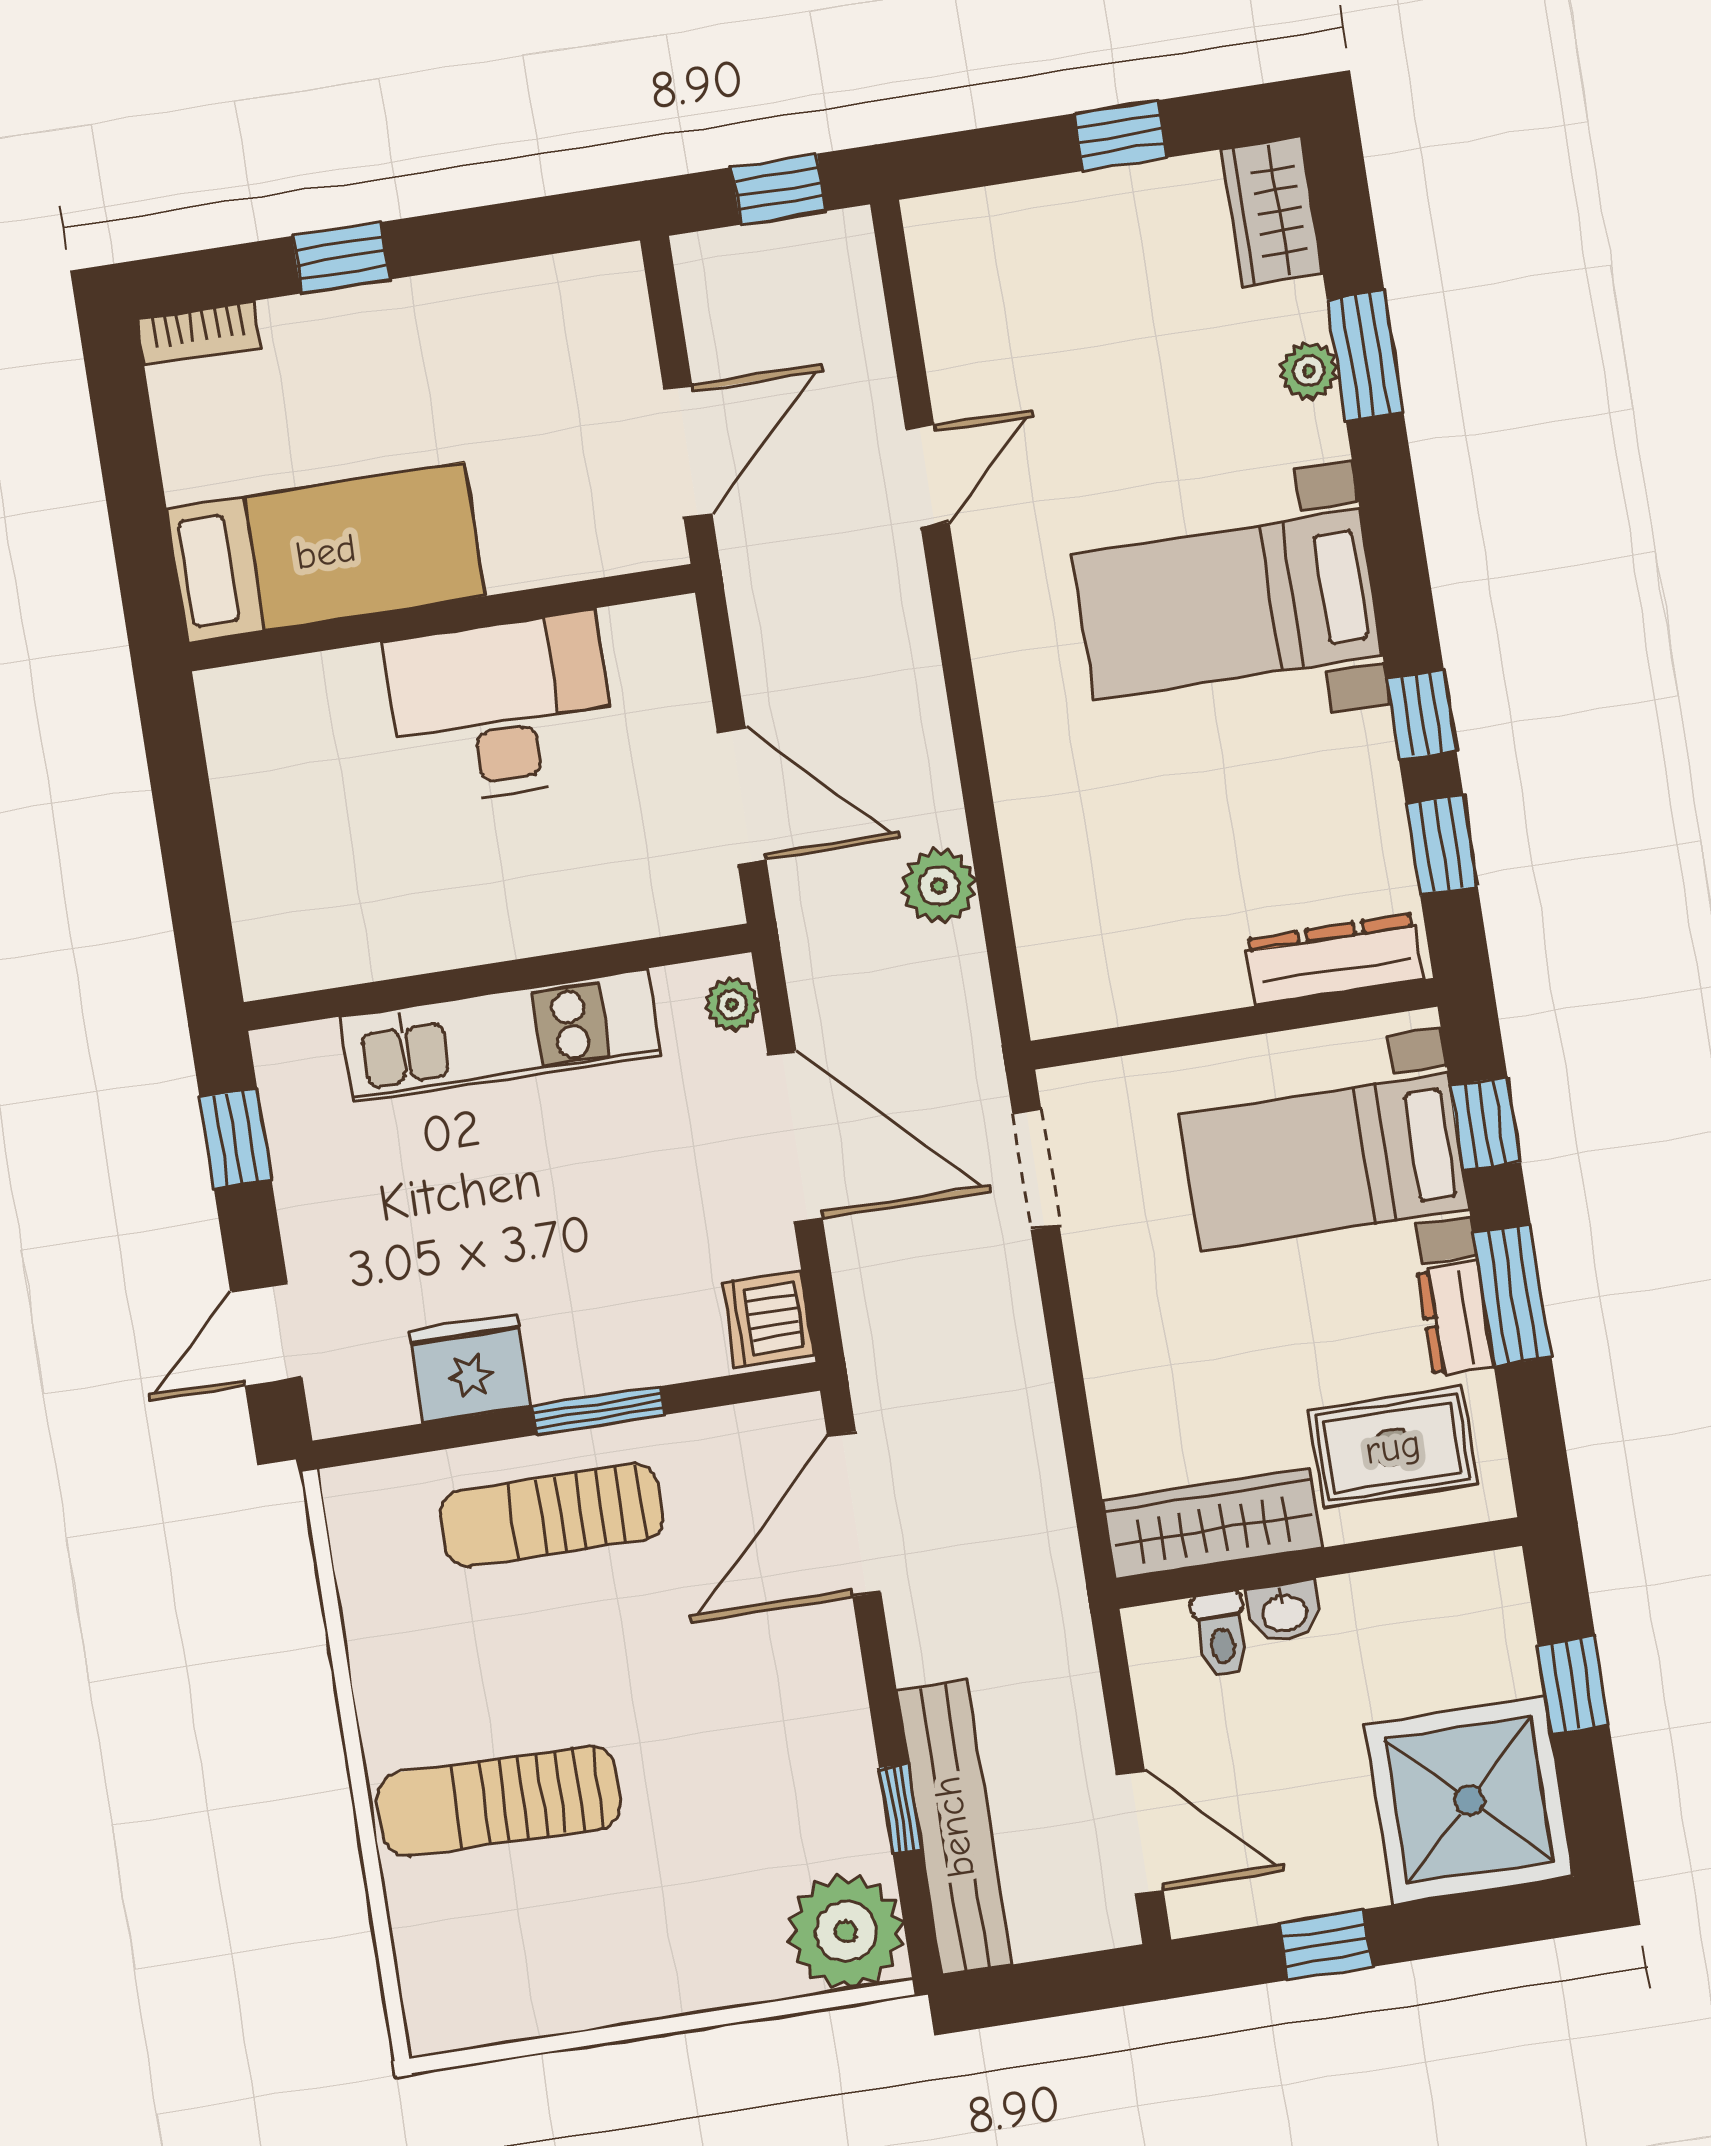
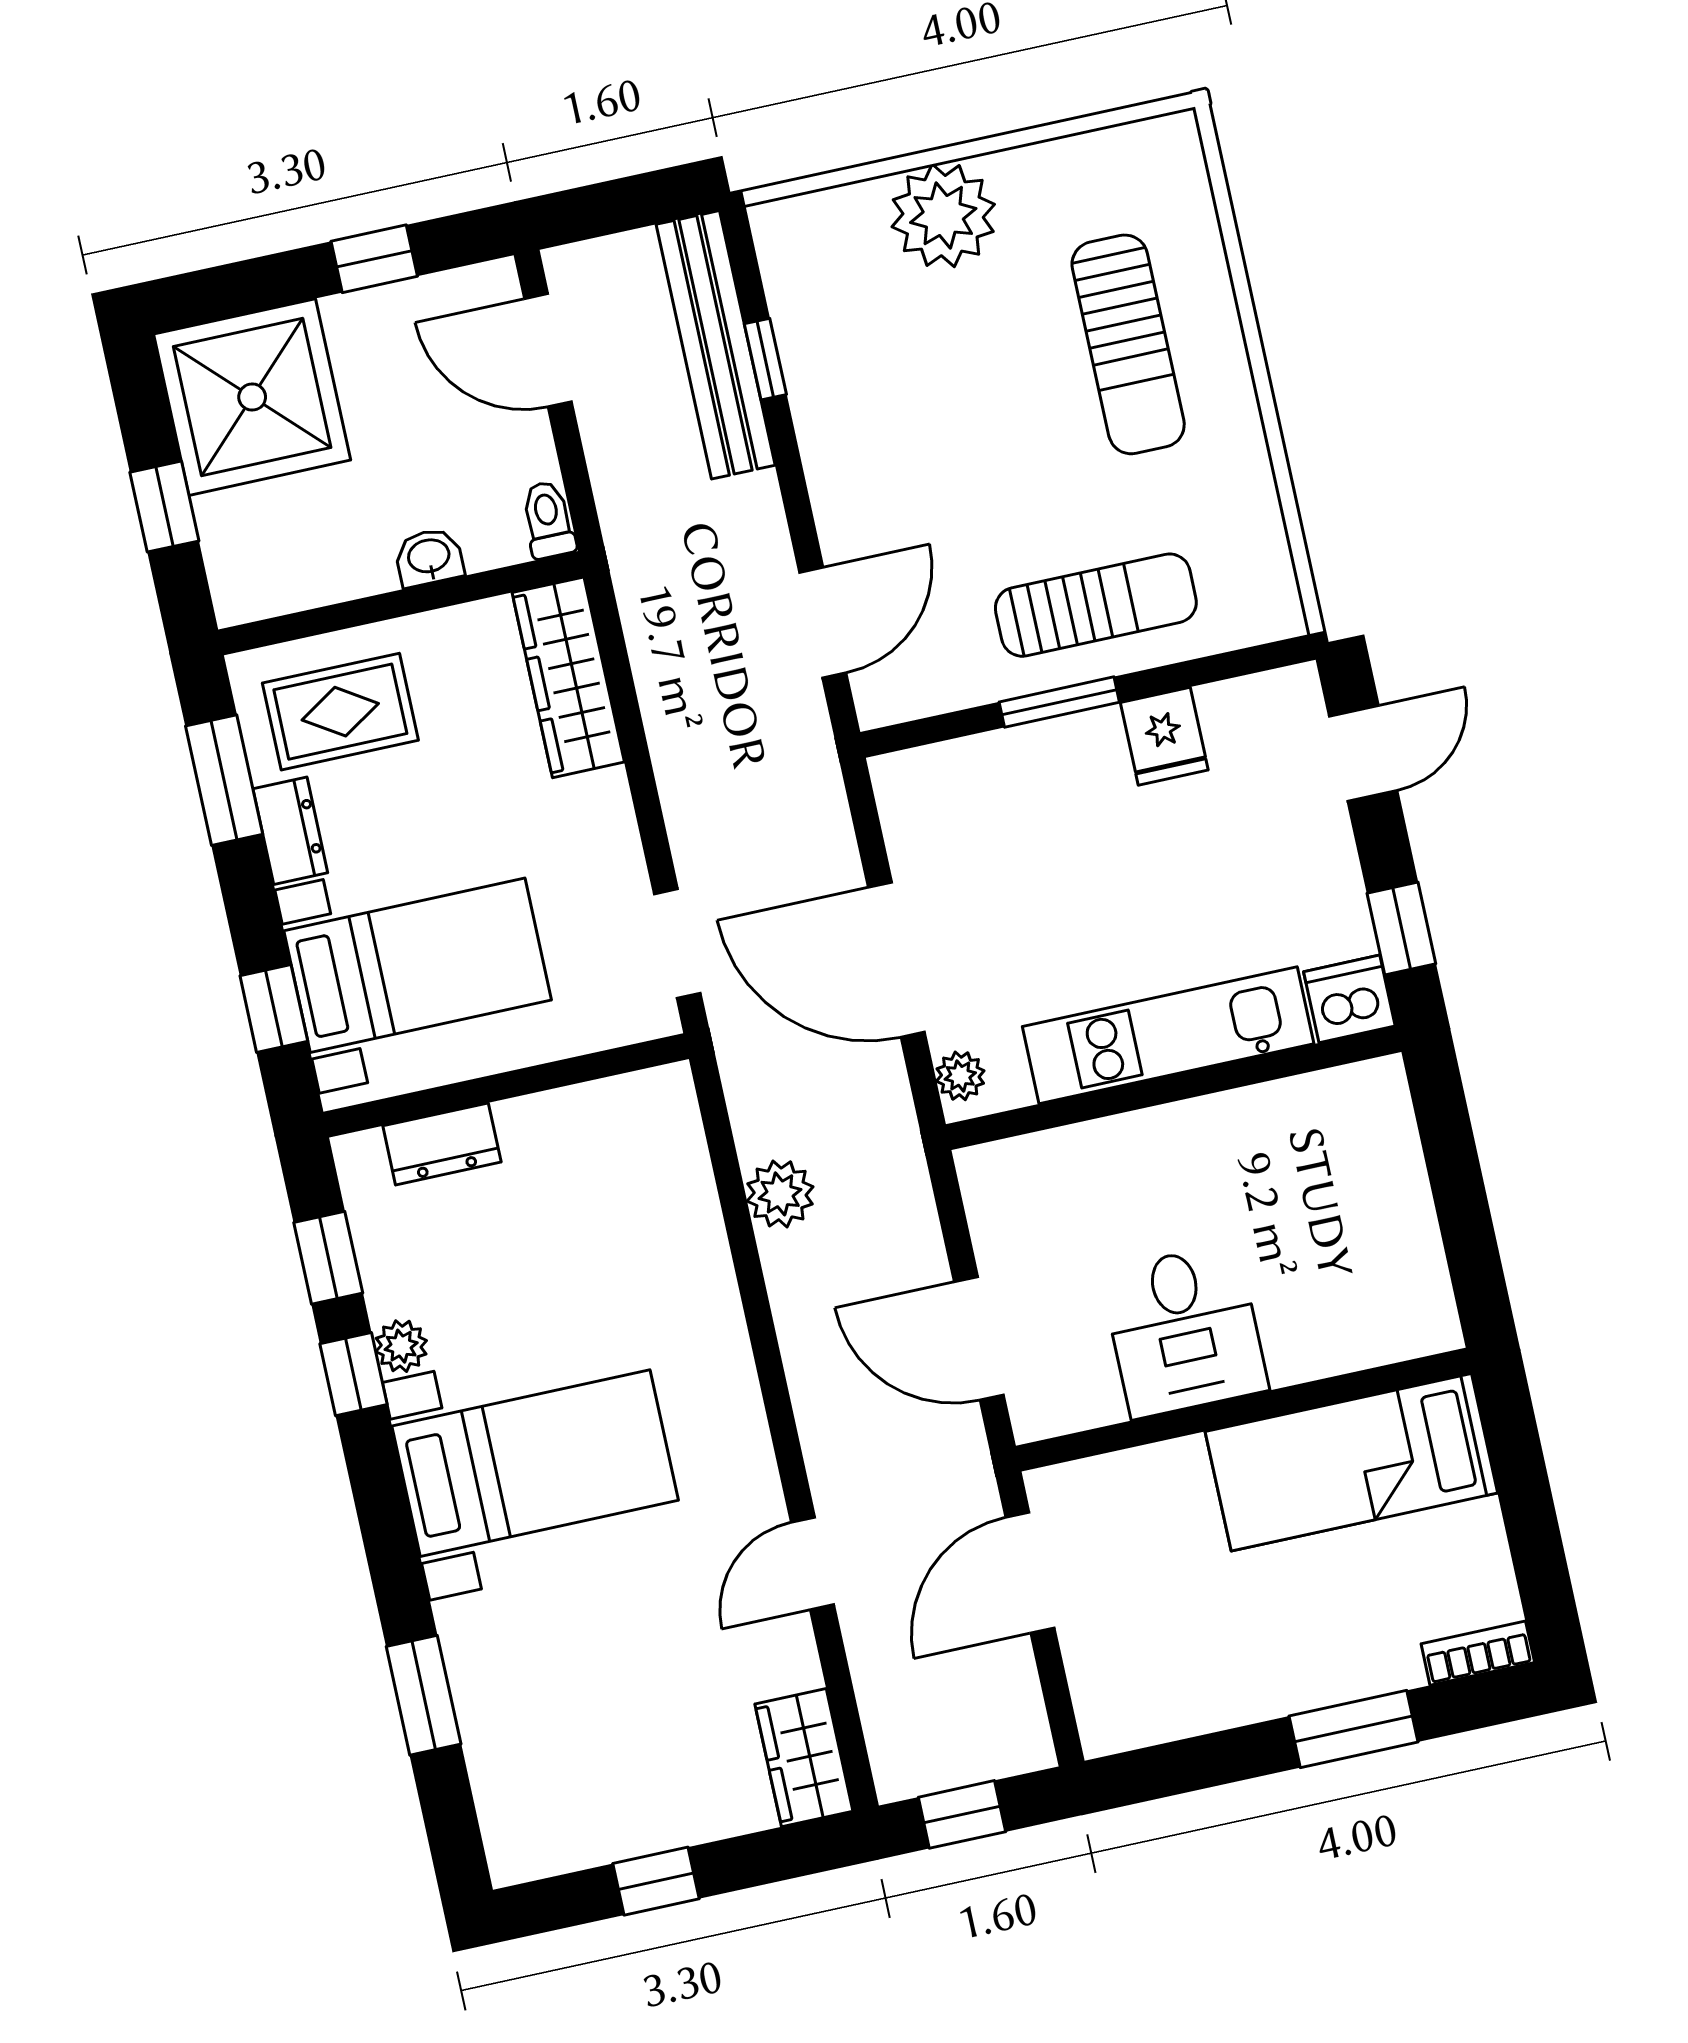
wardrobe: (1272, 212) -> (804, 1758), moved, turned 180
window: (341, 258) -> (1353, 1729), width x1.50
plant: (1309, 371) -> (401, 1346), moved
desk: (502, 709) -> (1184, 1331), width x0.73
door: (742, 796) -> (979, 1338), moved
dresser: (1334, 959) -> (442, 1144), width x0.70
window: (1512, 1295) -> (224, 780), moved
dishwasher: (768, 1319) -> (1349, 999), moved, turned -90
fridge: (470, 1368) -> (1164, 736), width x0.72
door: (854, 1514) -> (823, 622), width x0.73
wardrobe: (1212, 1524) -> (568, 677), moved, turned 90
toilet: (1221, 1634) -> (548, 520), moved
sun lounger: (499, 1801) -> (1128, 344), turned 89
plant: (846, 1932) -> (943, 216), moved

